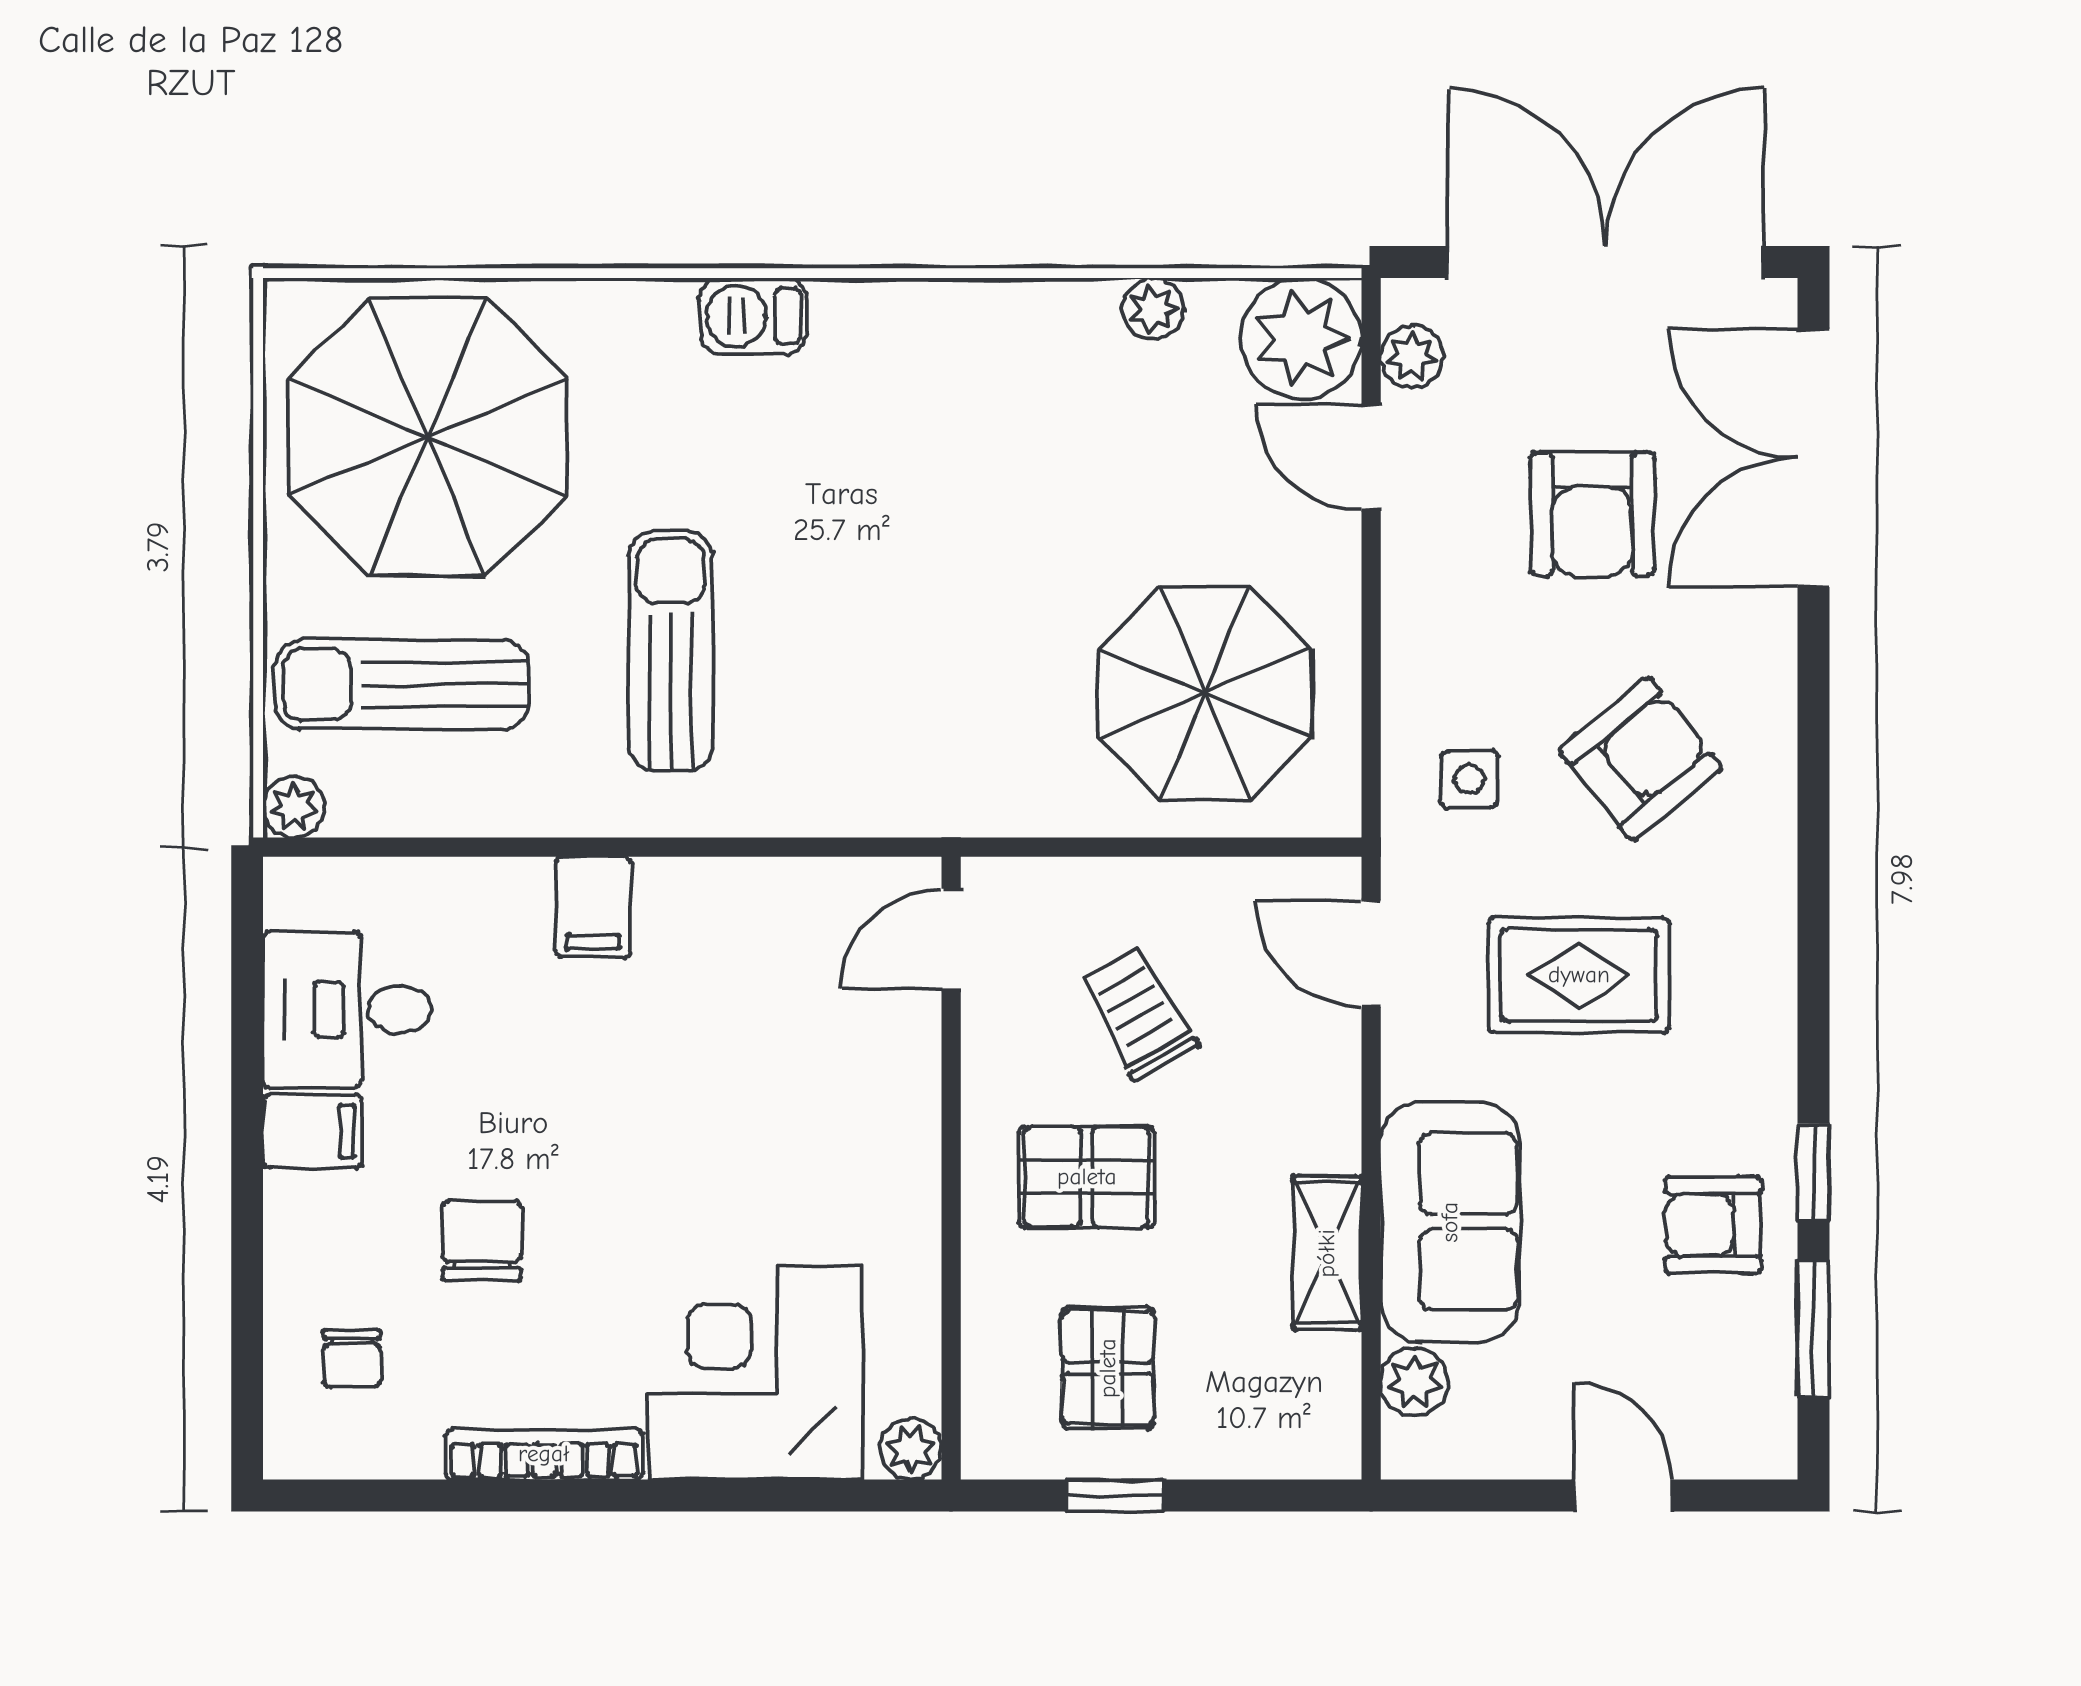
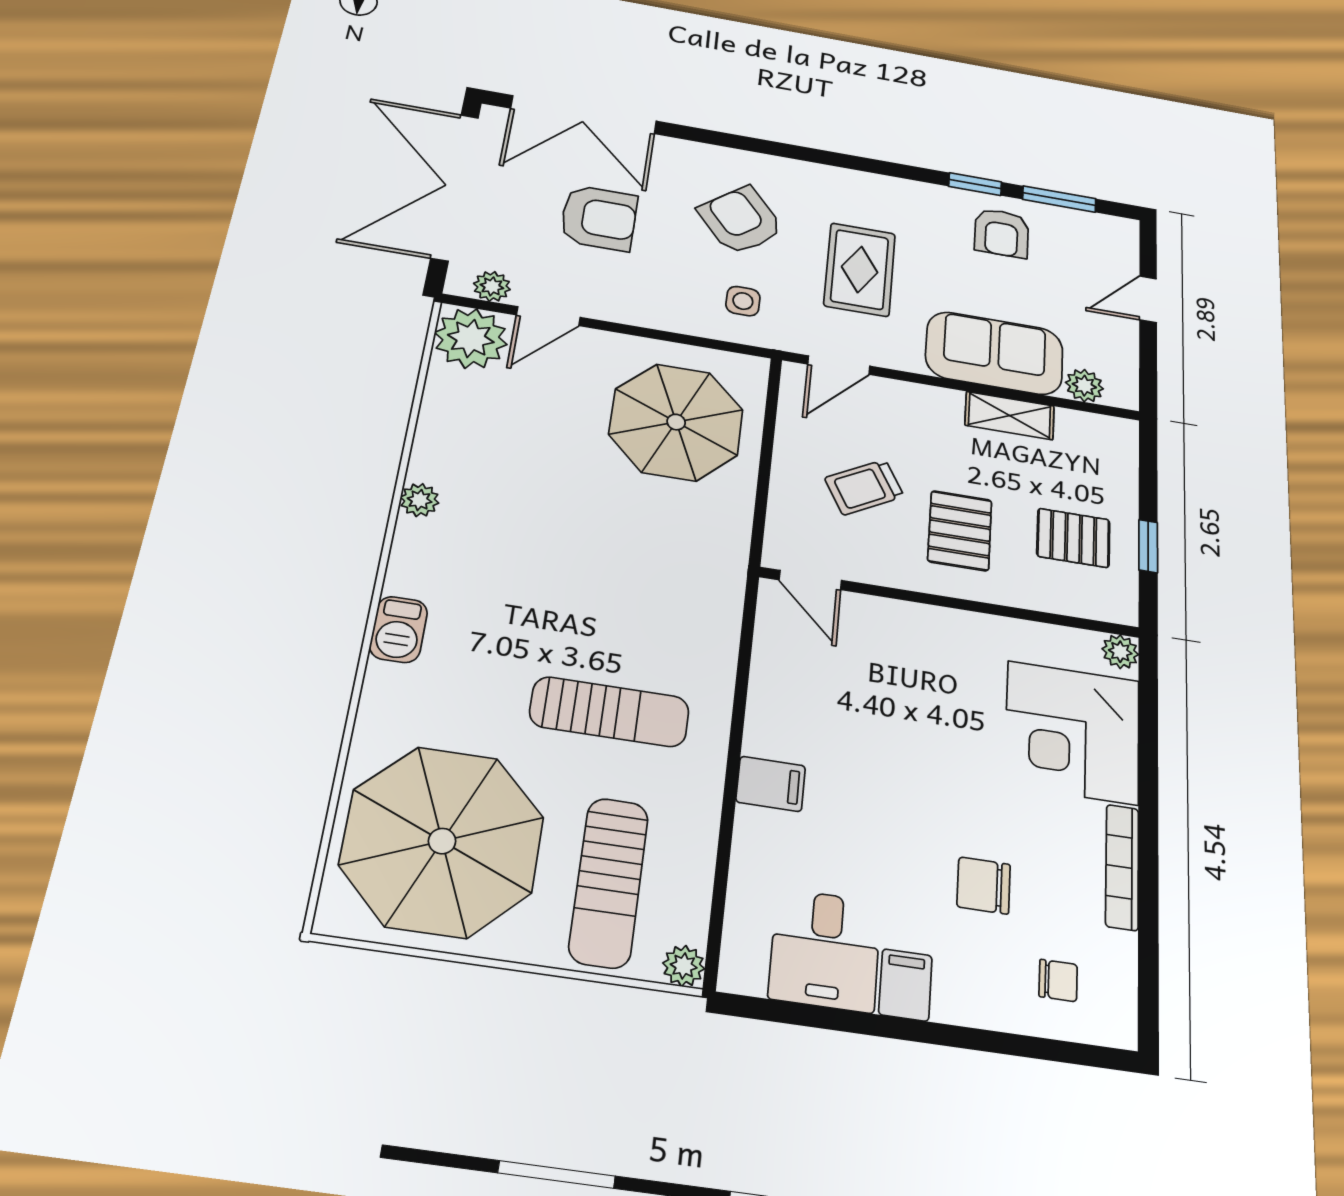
plant: (1153, 308) -> (420, 500), moved
sun lounger: (671, 651) -> (609, 712), turned 180

